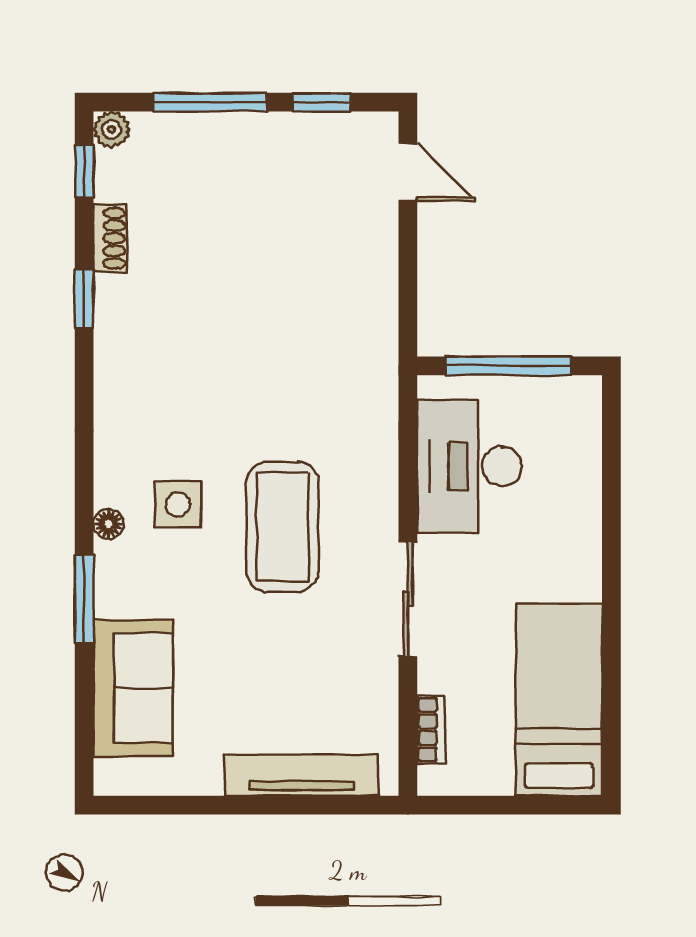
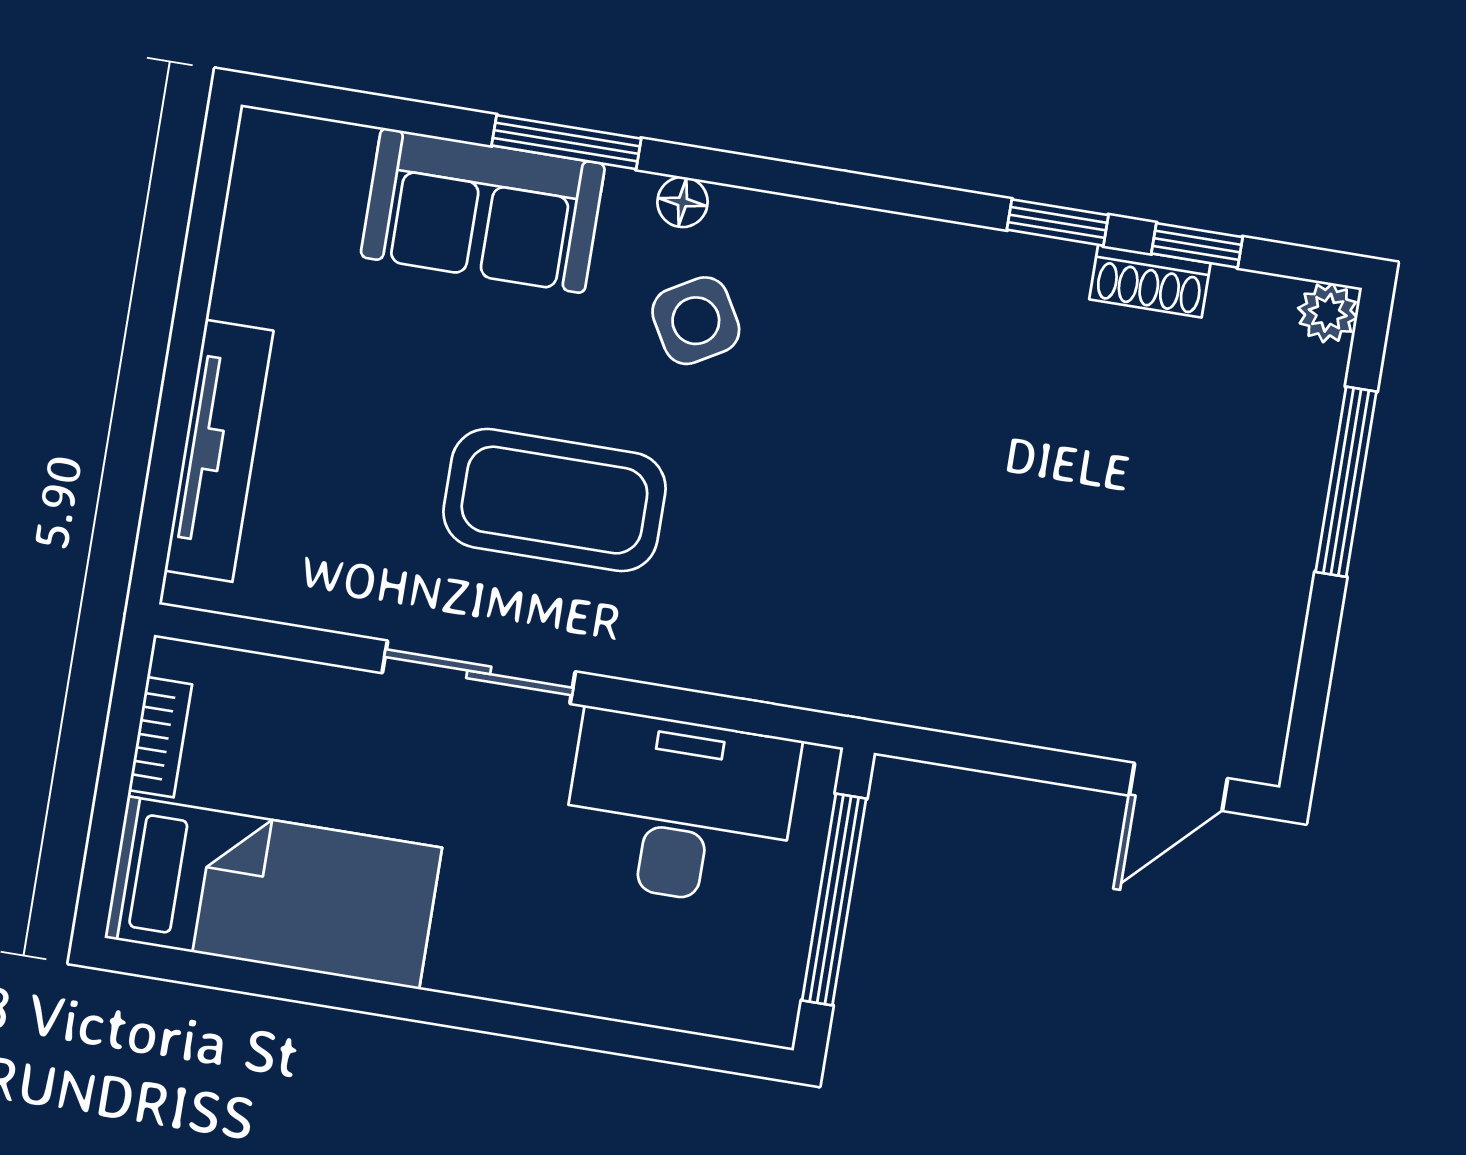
window: (321, 102) -> (1316, 663), removed
window: (84, 171) -> (1197, 245), moved
side table: (178, 504) -> (696, 321), turned -30
coffee table: (283, 527) -> (554, 500), moved
sofa: (133, 688) -> (483, 210), moved
bookcase: (431, 730) -> (160, 737), moved, turned -90

